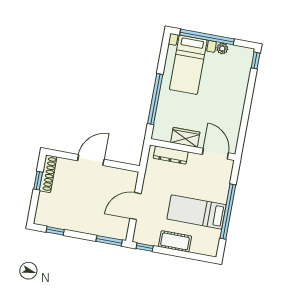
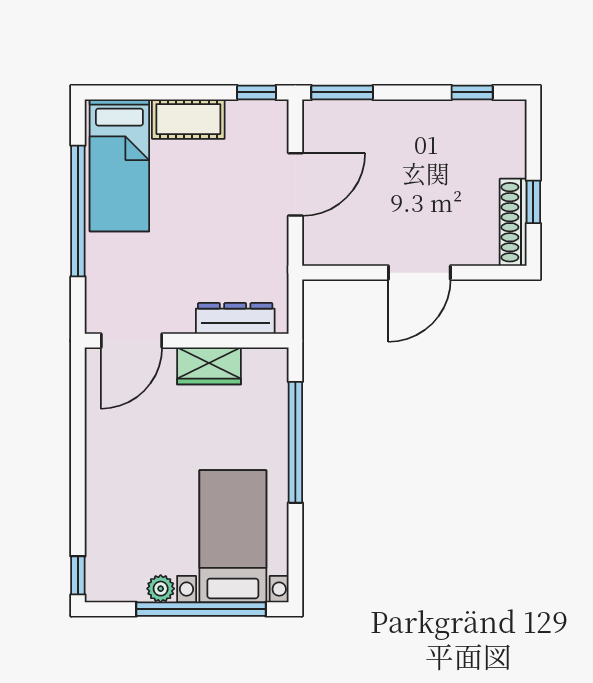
door: (215, 154) -> (132, 341), hinge flipped
bed: (197, 212) -> (119, 165), moved, turned 90

